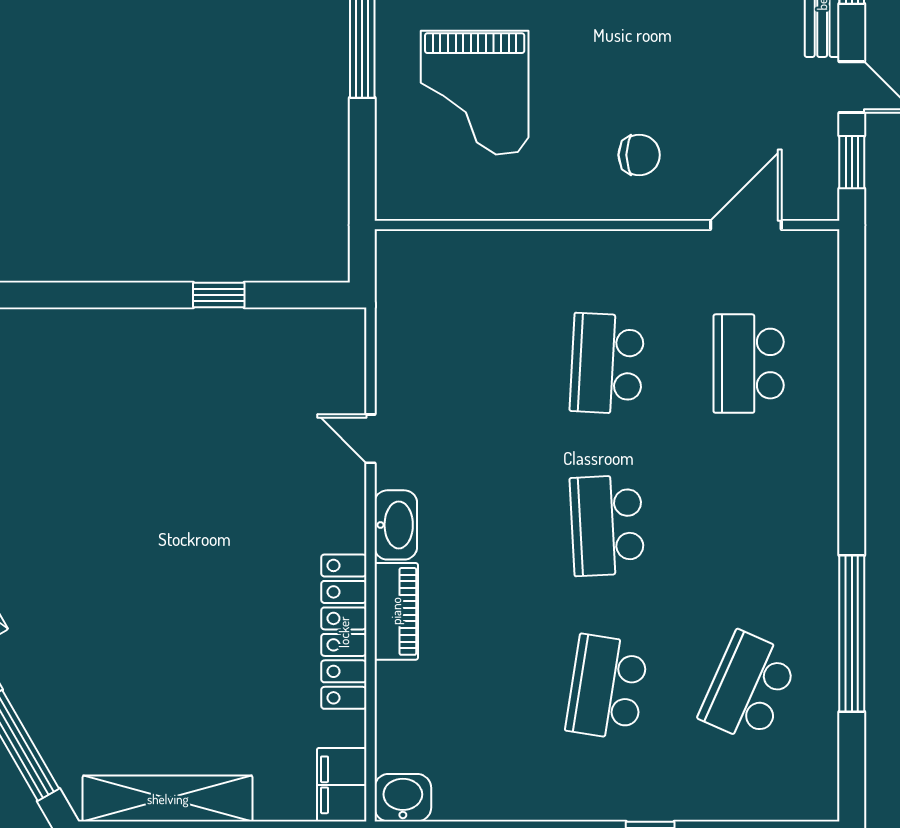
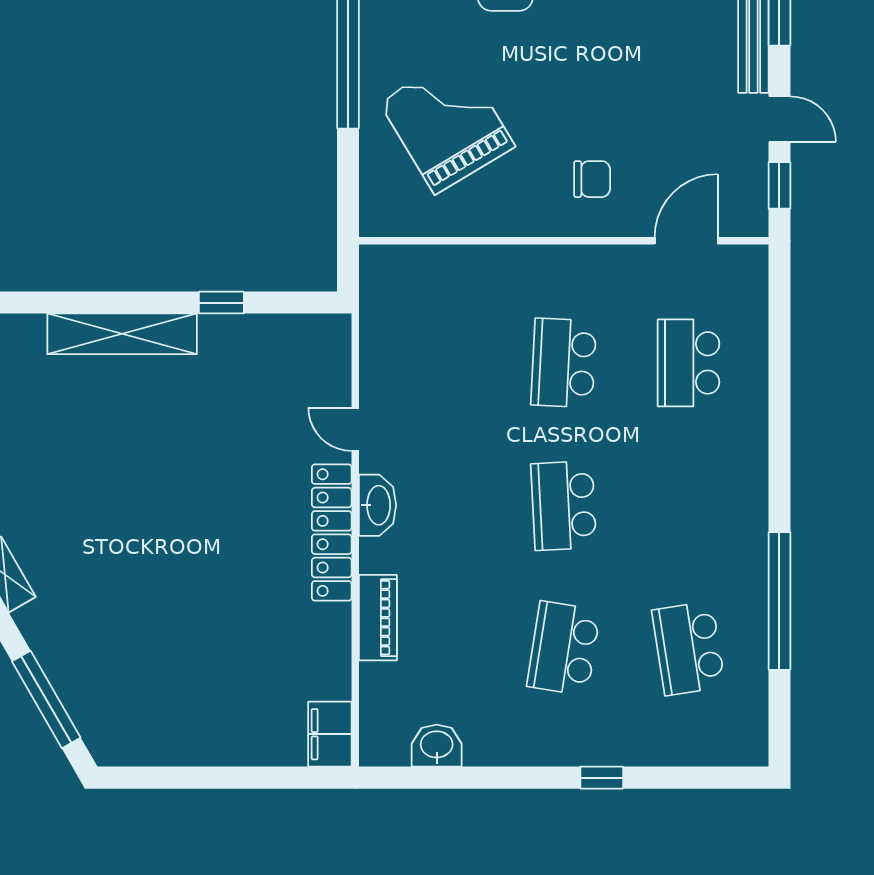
grand piano: (475, 93) -> (447, 124), turned 149
piano: (396, 611) -> (378, 618), moved
locker: (344, 632) -> (332, 533), moved
school desk: (749, 687) -> (689, 648), turned -33
washbasin: (403, 798) -> (437, 746), moved
shelving: (168, 799) -> (122, 334), moved

